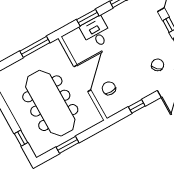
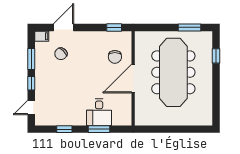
window: (35, 47) -> (160, 129), removed
window: (137, 106) -> (114, 27), moved
window: (67, 145) -> (190, 27), moved

